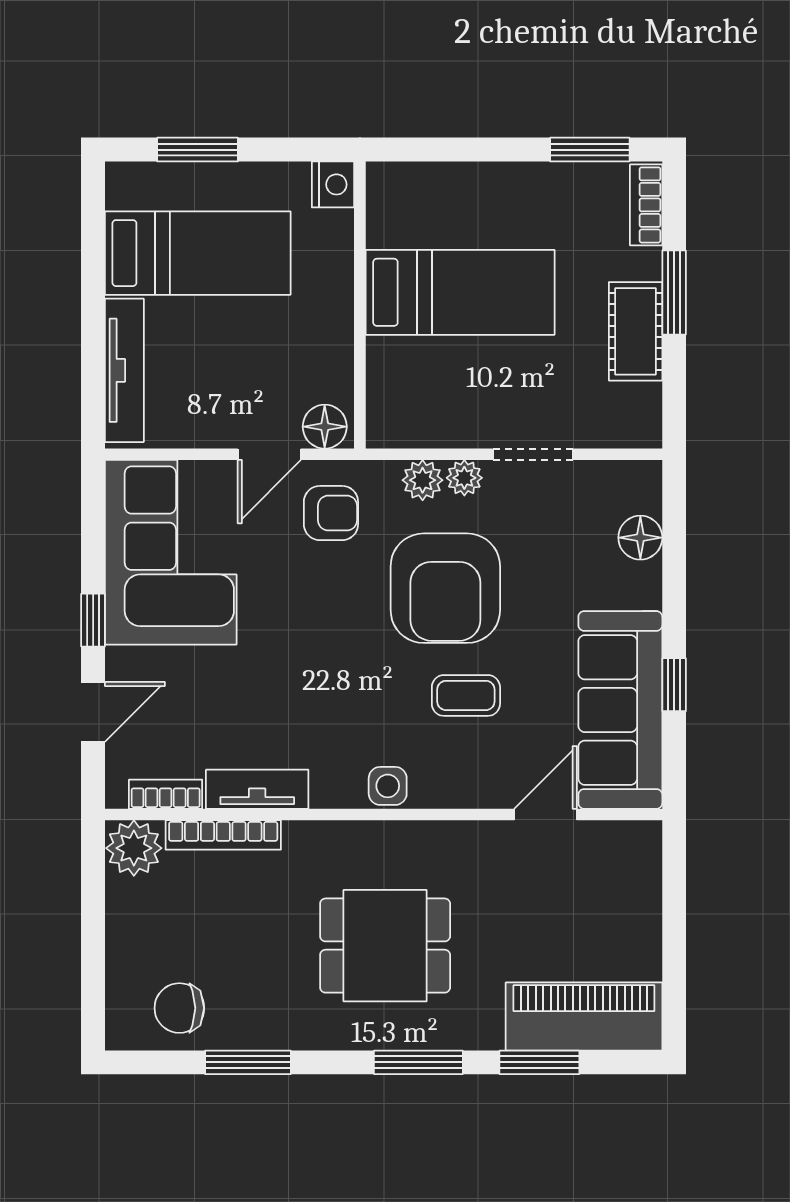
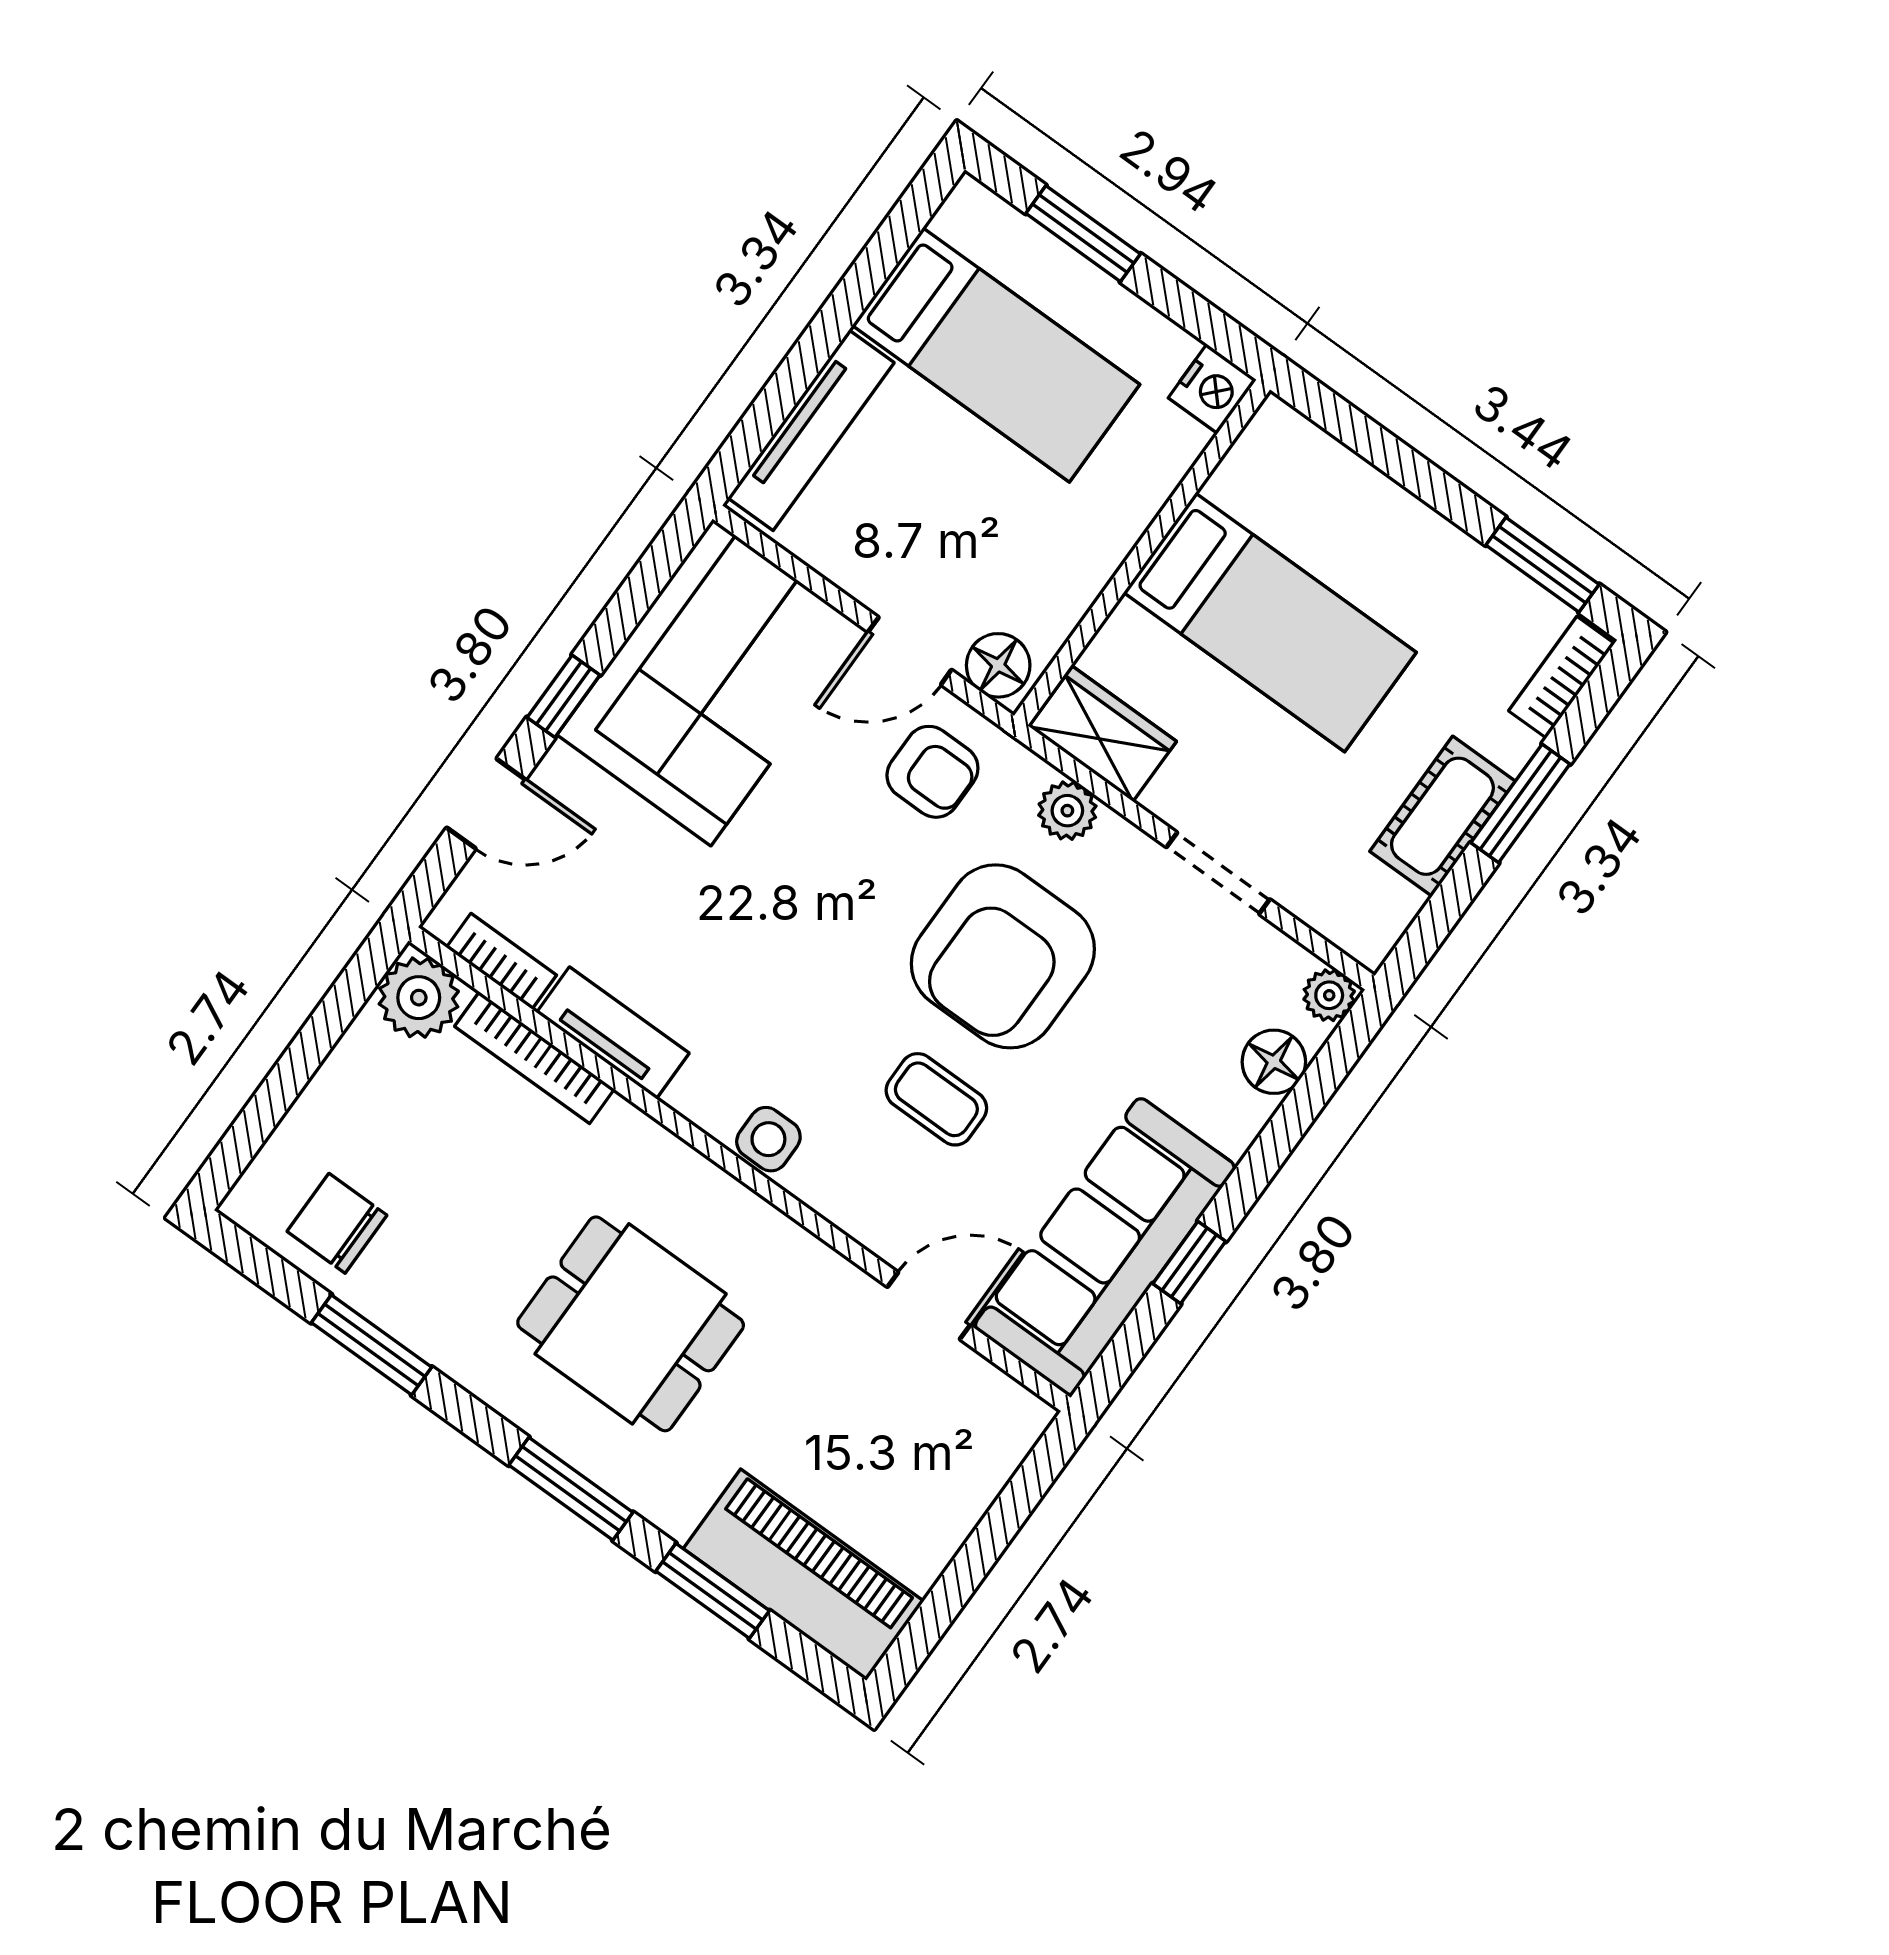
wardrobe: (411, 423) -> (1103, 734), added
plant: (464, 478) -> (1329, 995), moved

